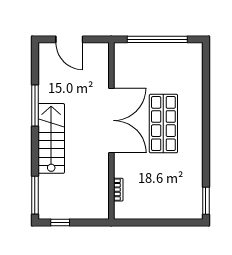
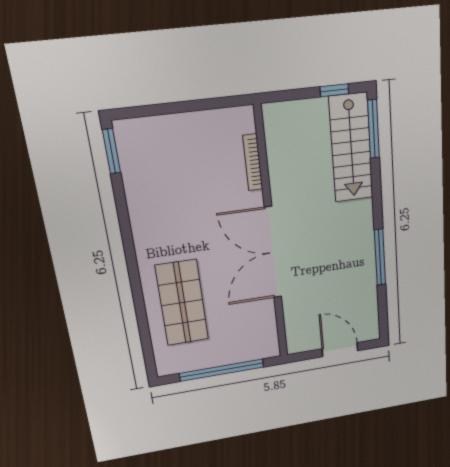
shop shelf: (163, 124) -> (182, 303), moved
stairs: (51, 138) -> (351, 148), moved
bookcase: (118, 190) -> (253, 162), width x1.56

